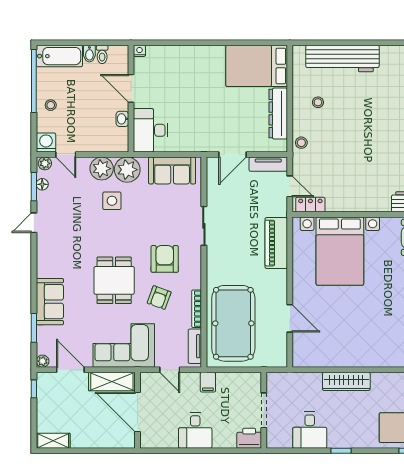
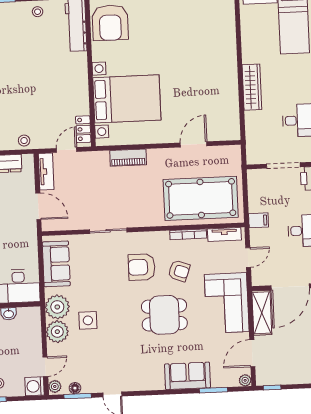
piano: (276, 243) -> (128, 158), width x0.73, depth x0.75

